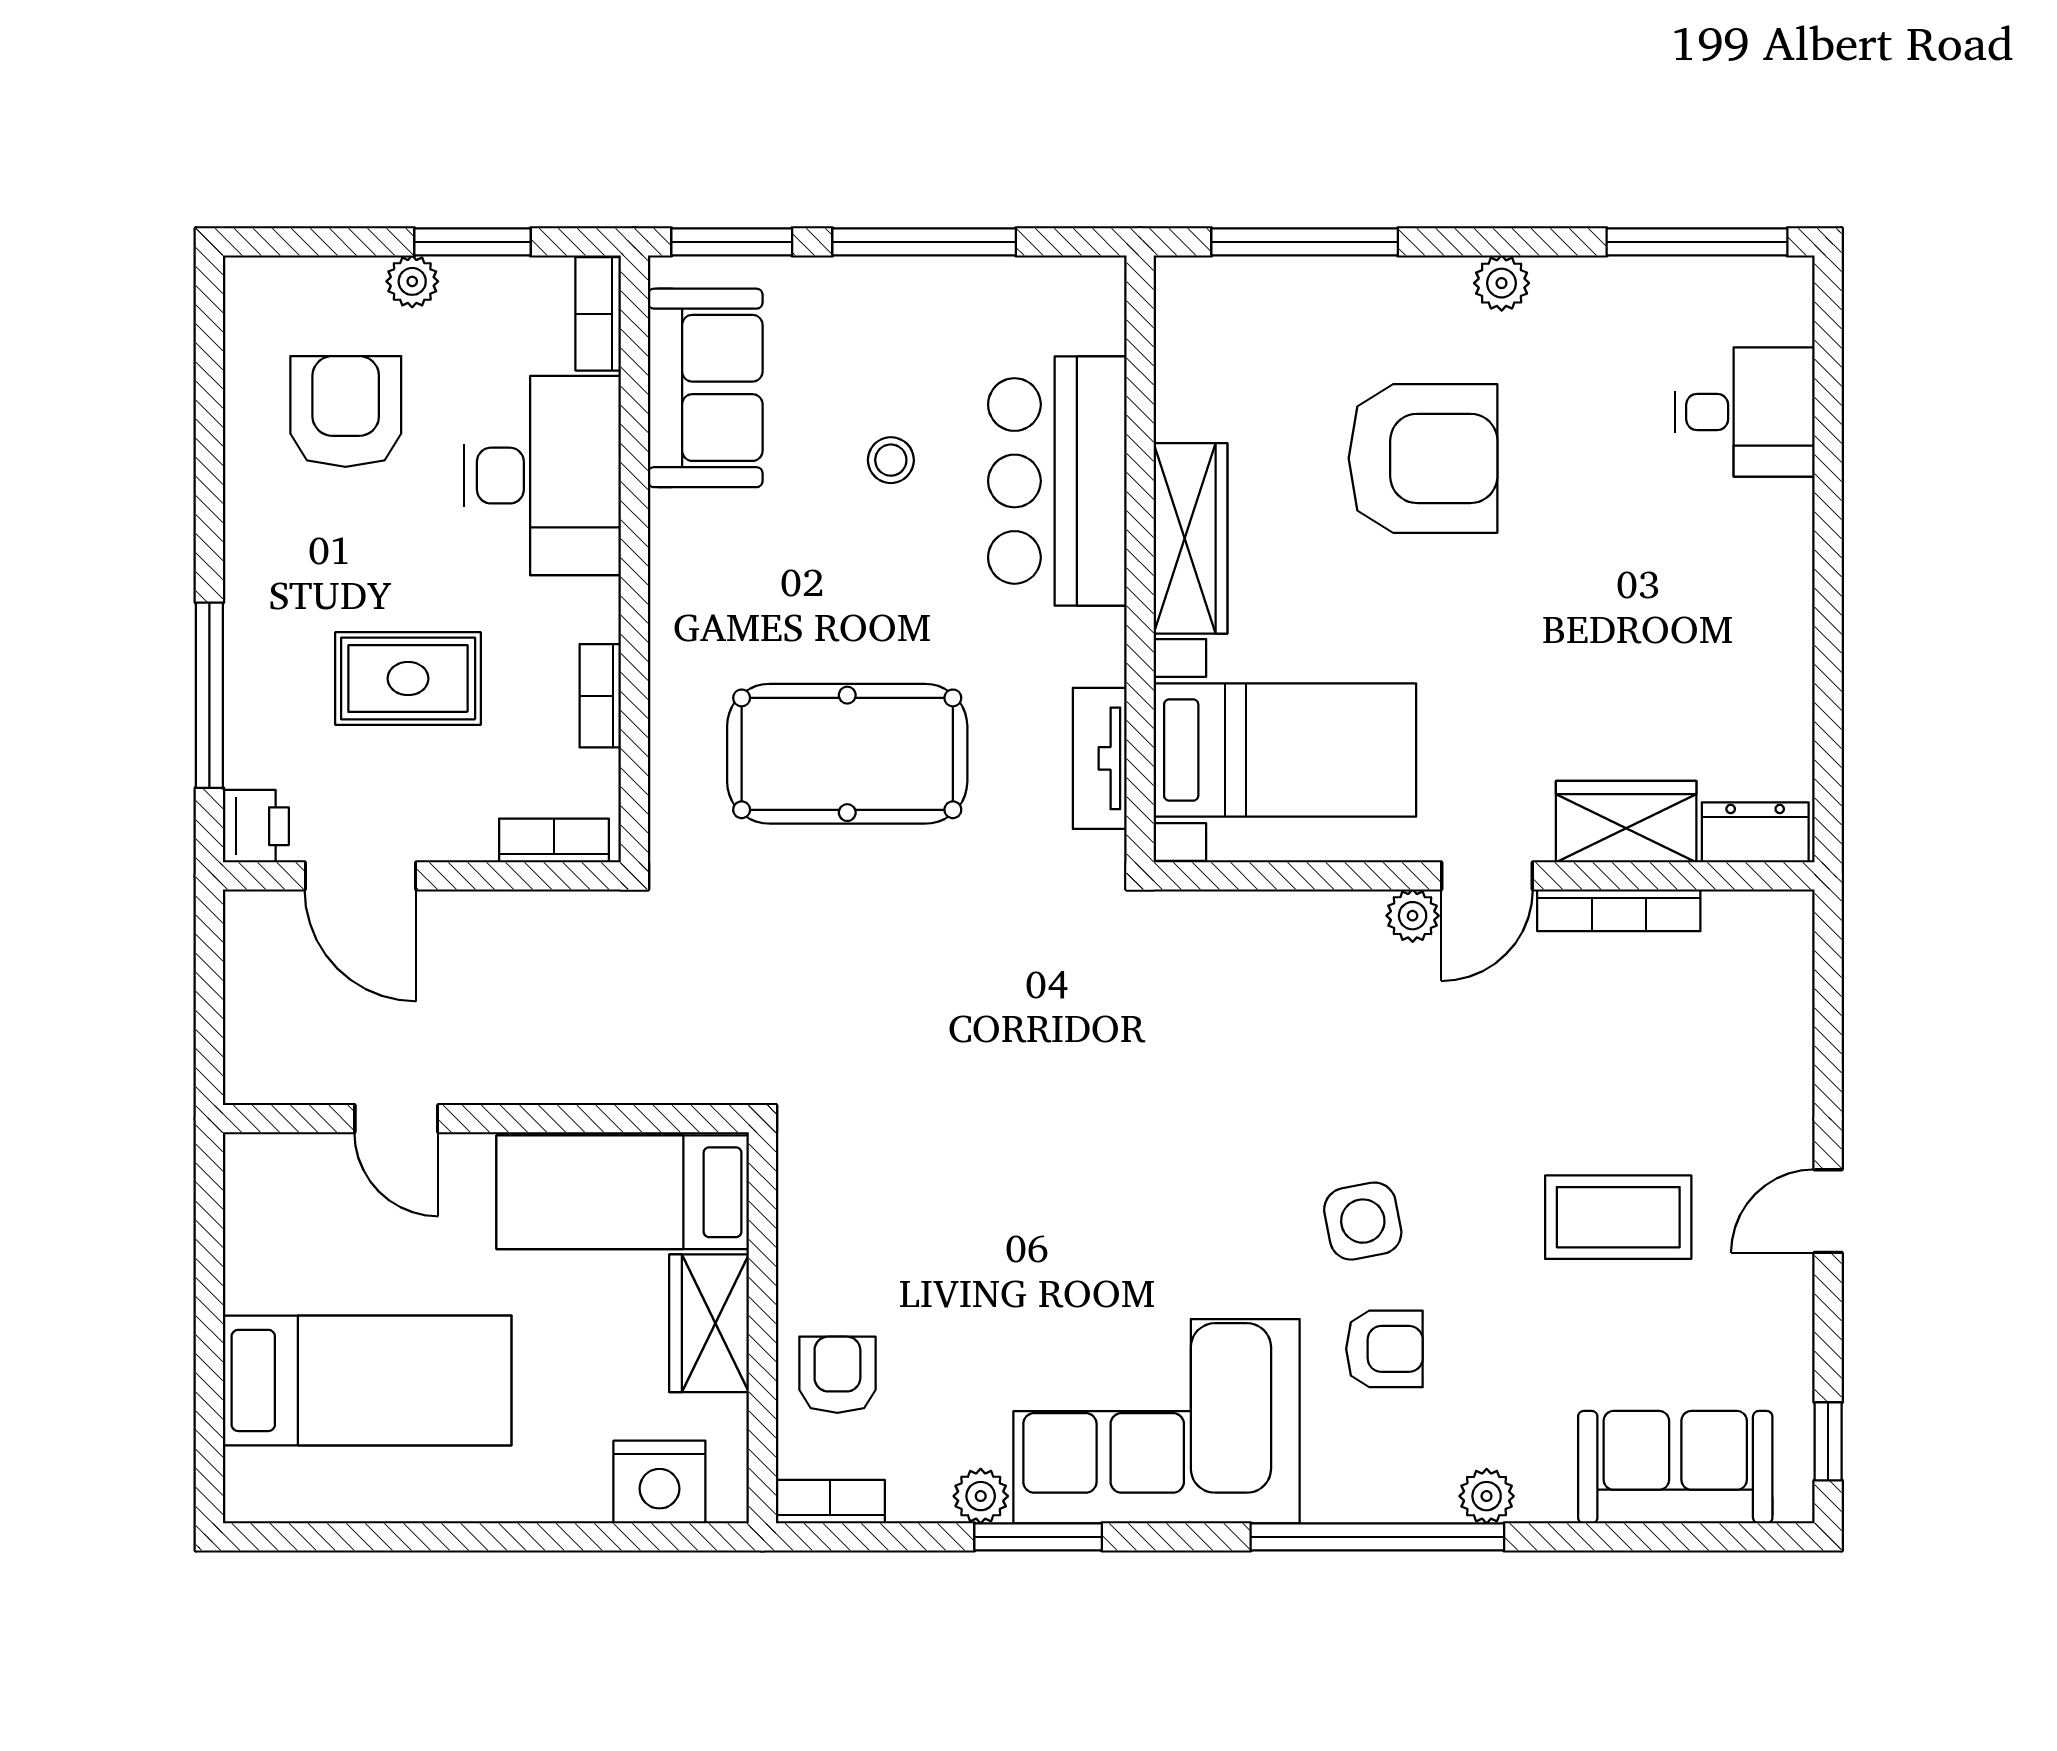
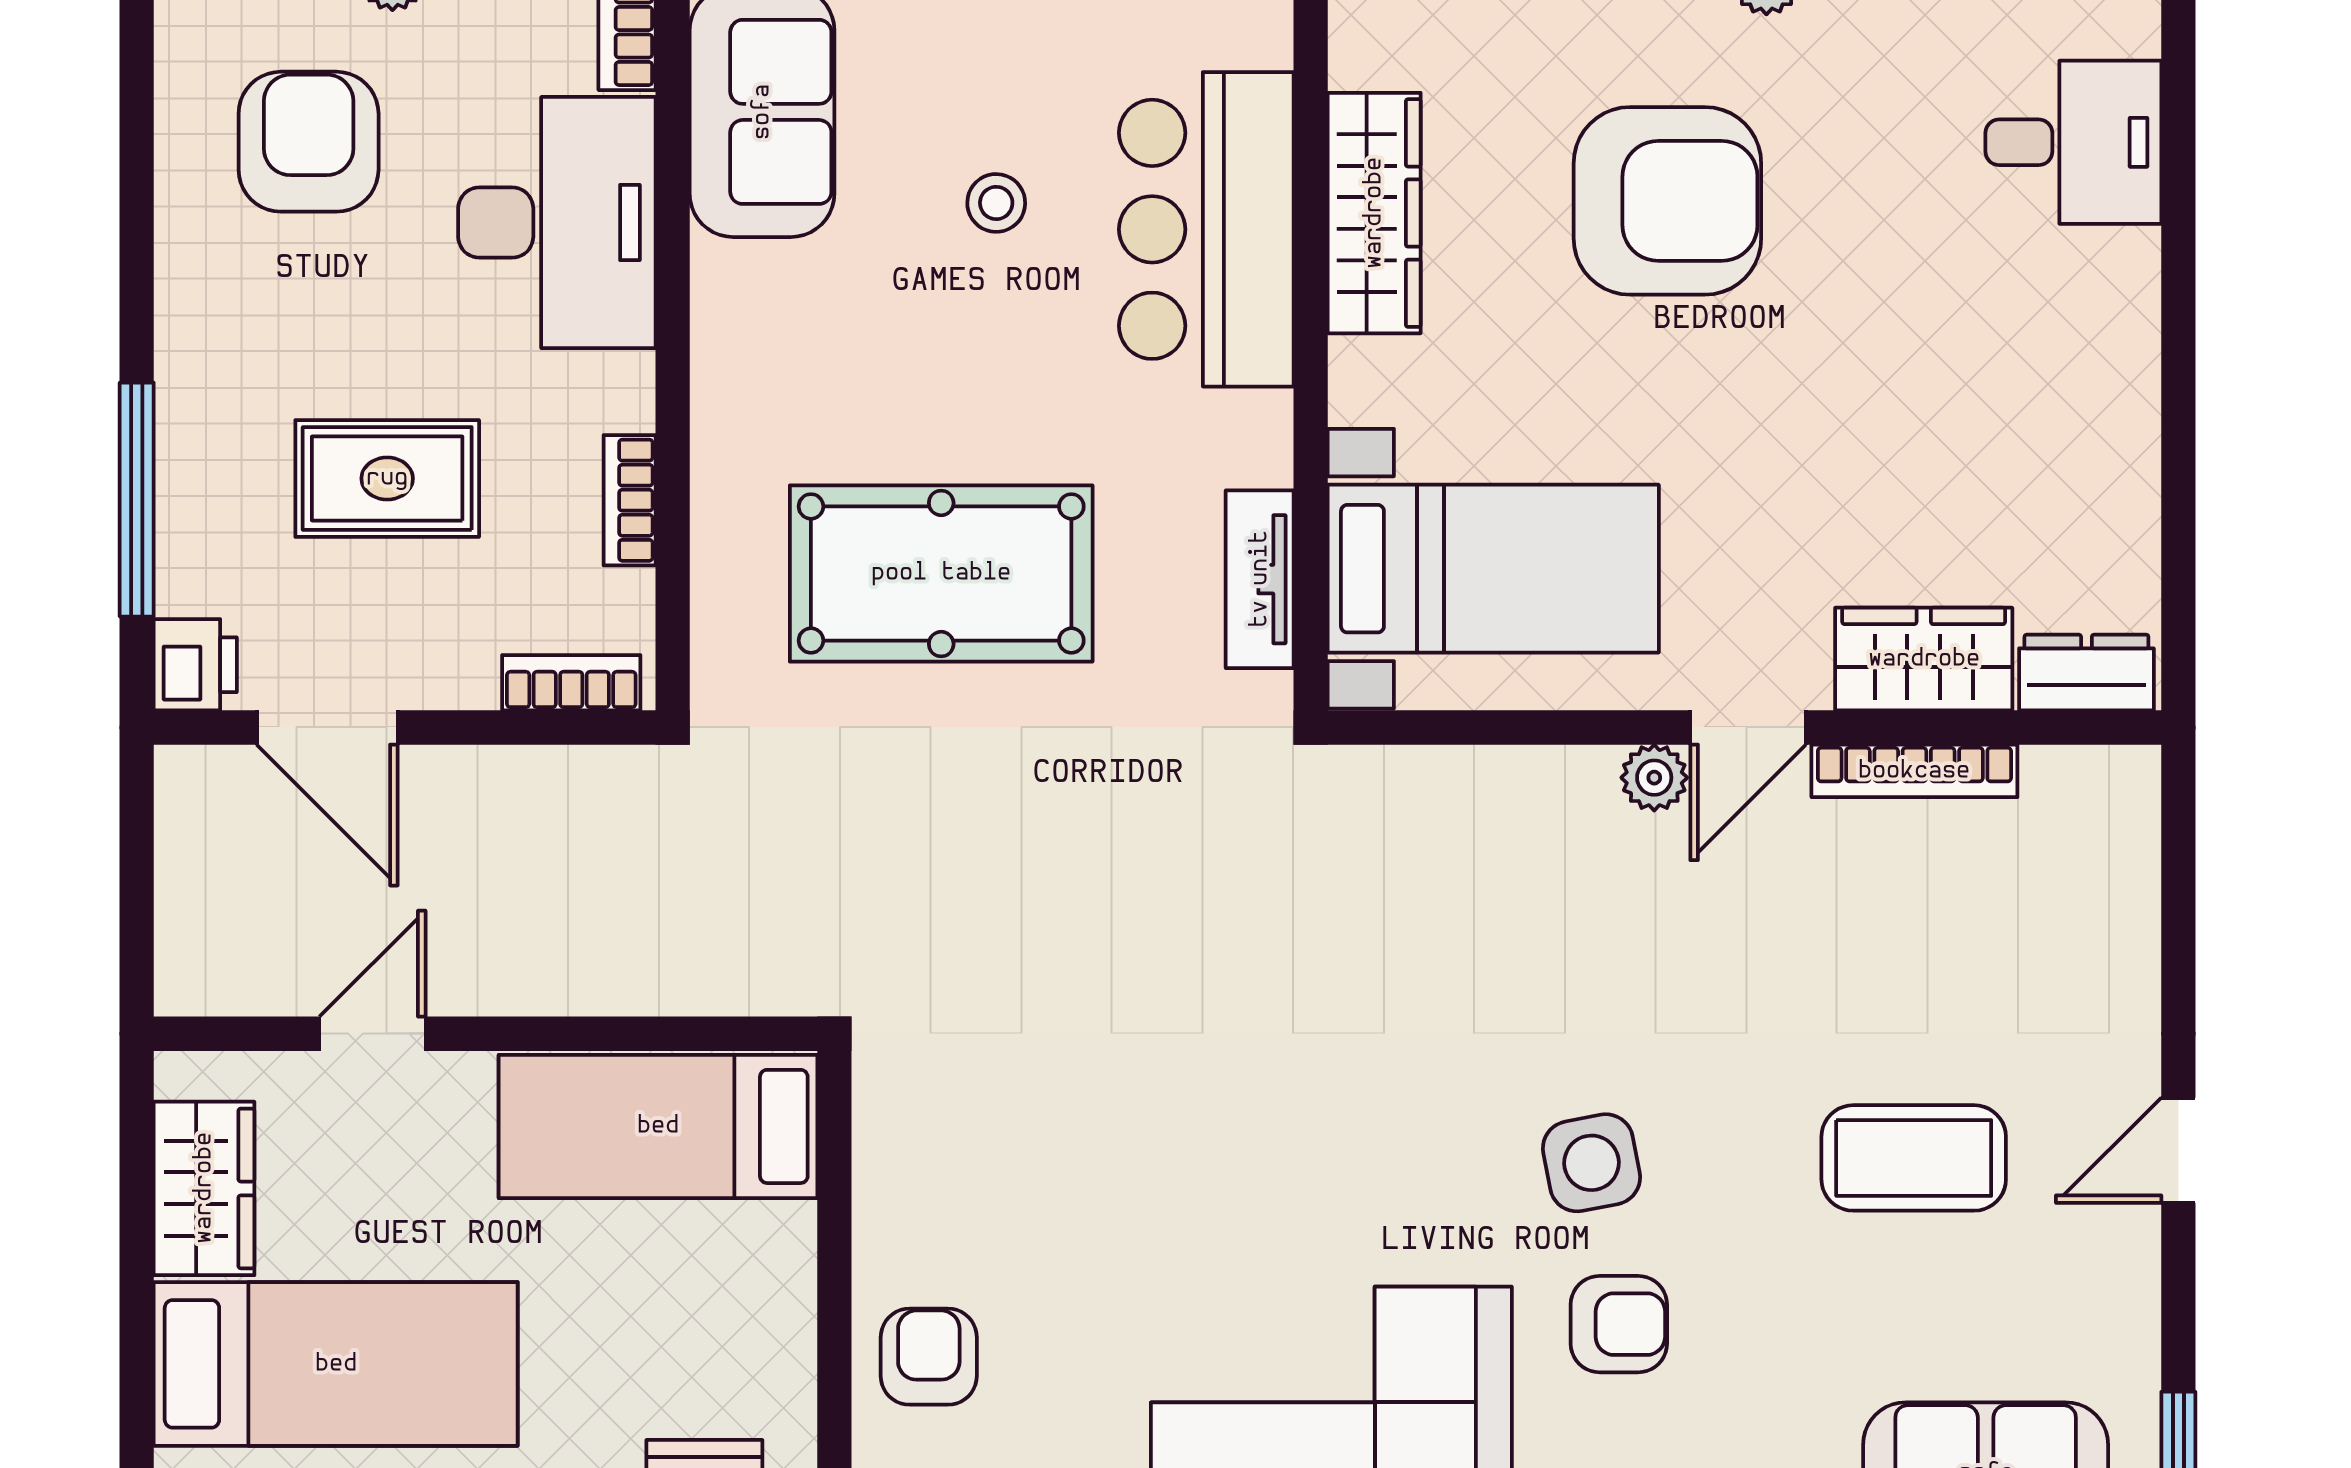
wardrobe: (1191, 538) -> (1374, 213), moved
door: (396, 1119) -> (373, 1034), swing flipped
wardrobe: (709, 1323) -> (204, 1188), moved, turned 180

